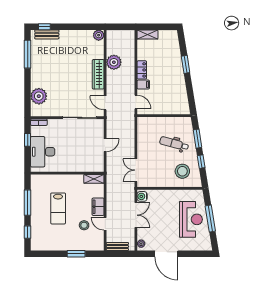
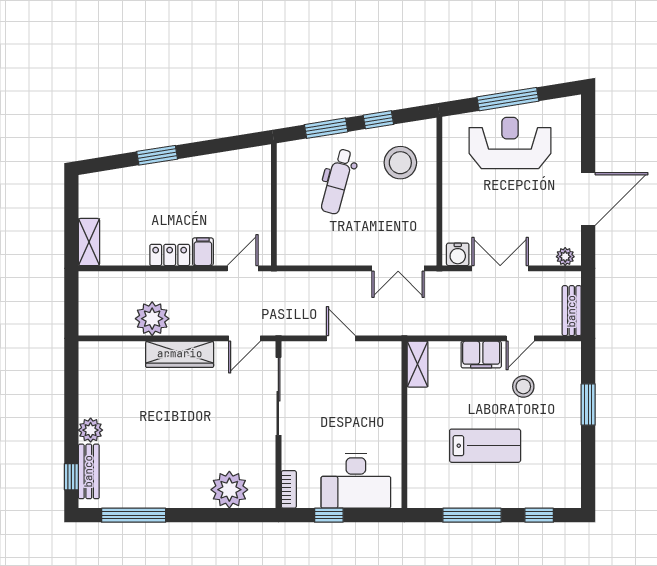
plant: (99, 35) -> (91, 430), moved

